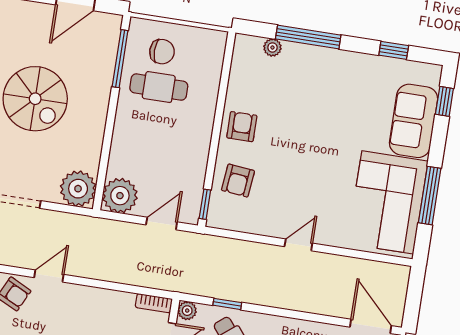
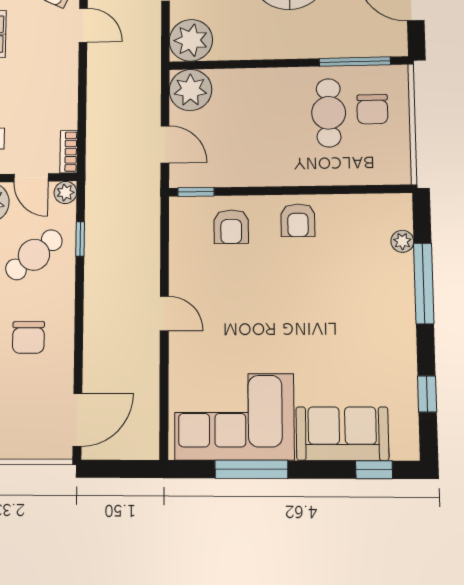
armchair: (242, 127) -> (298, 220), turned 90
armchair: (238, 181) -> (231, 227), turned -96

